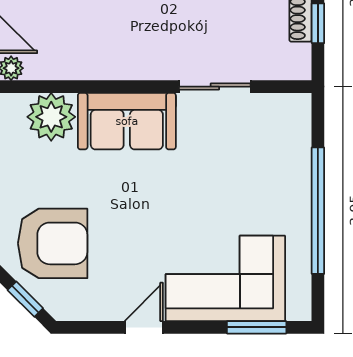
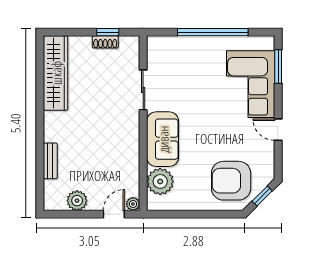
armchair: (53, 243) -> (231, 181), turned -90

